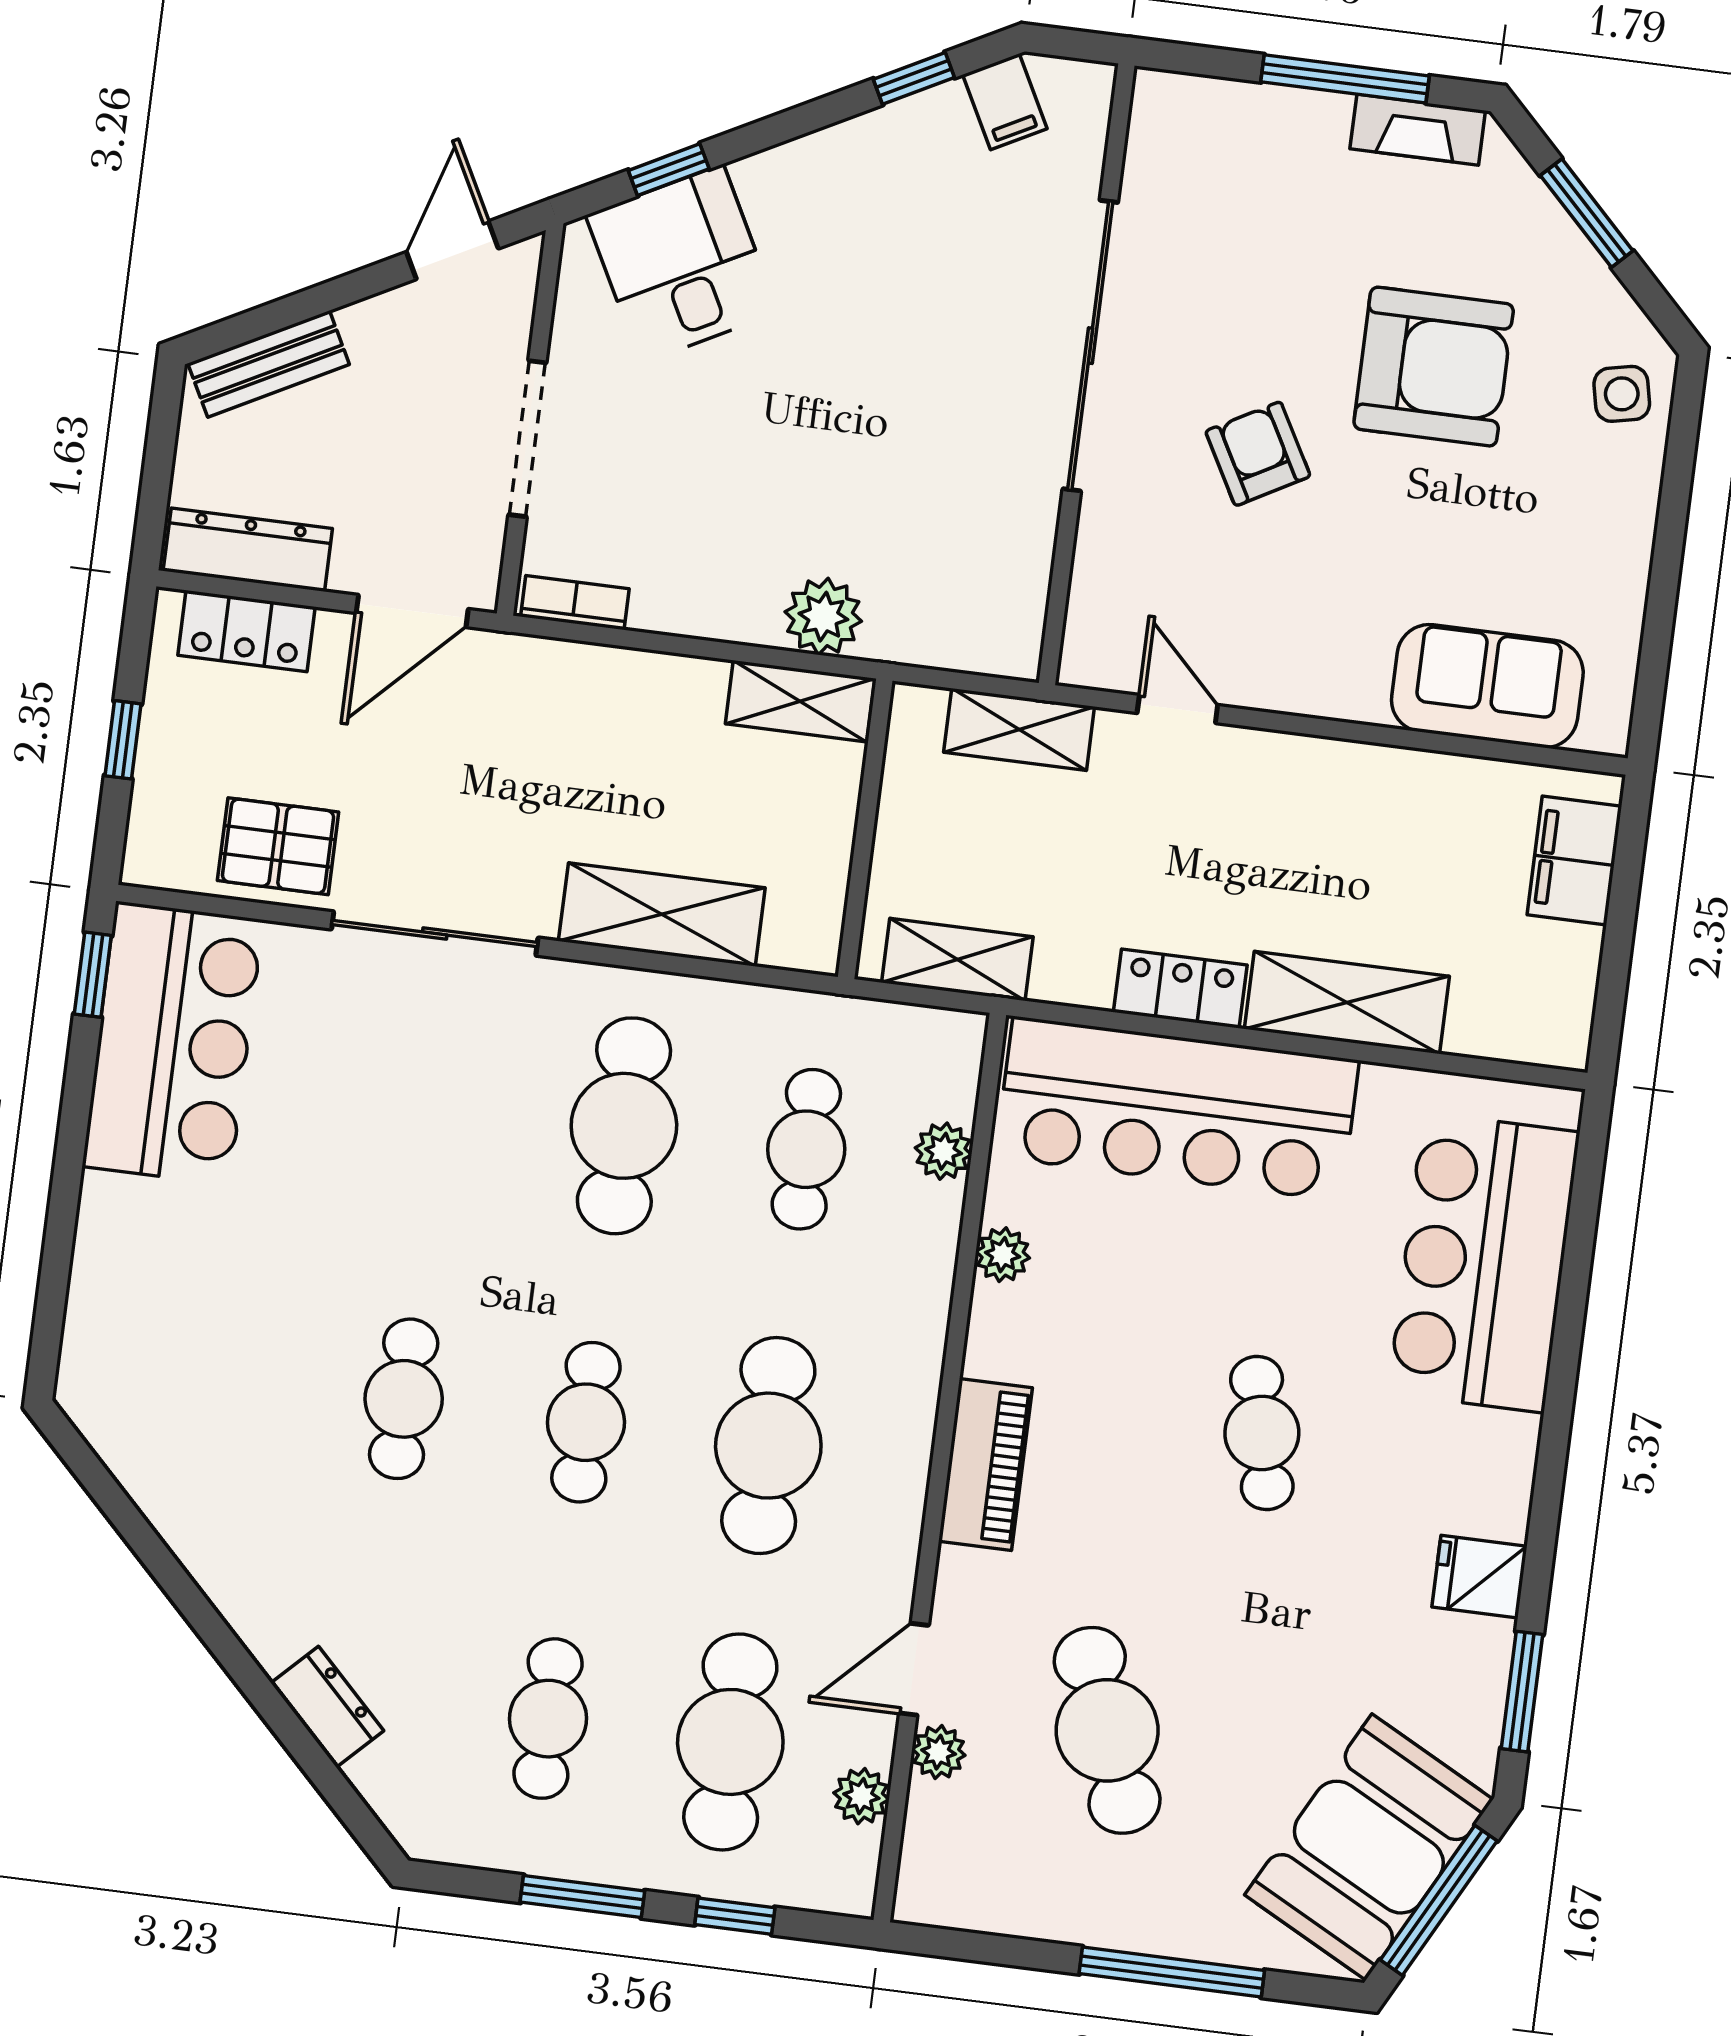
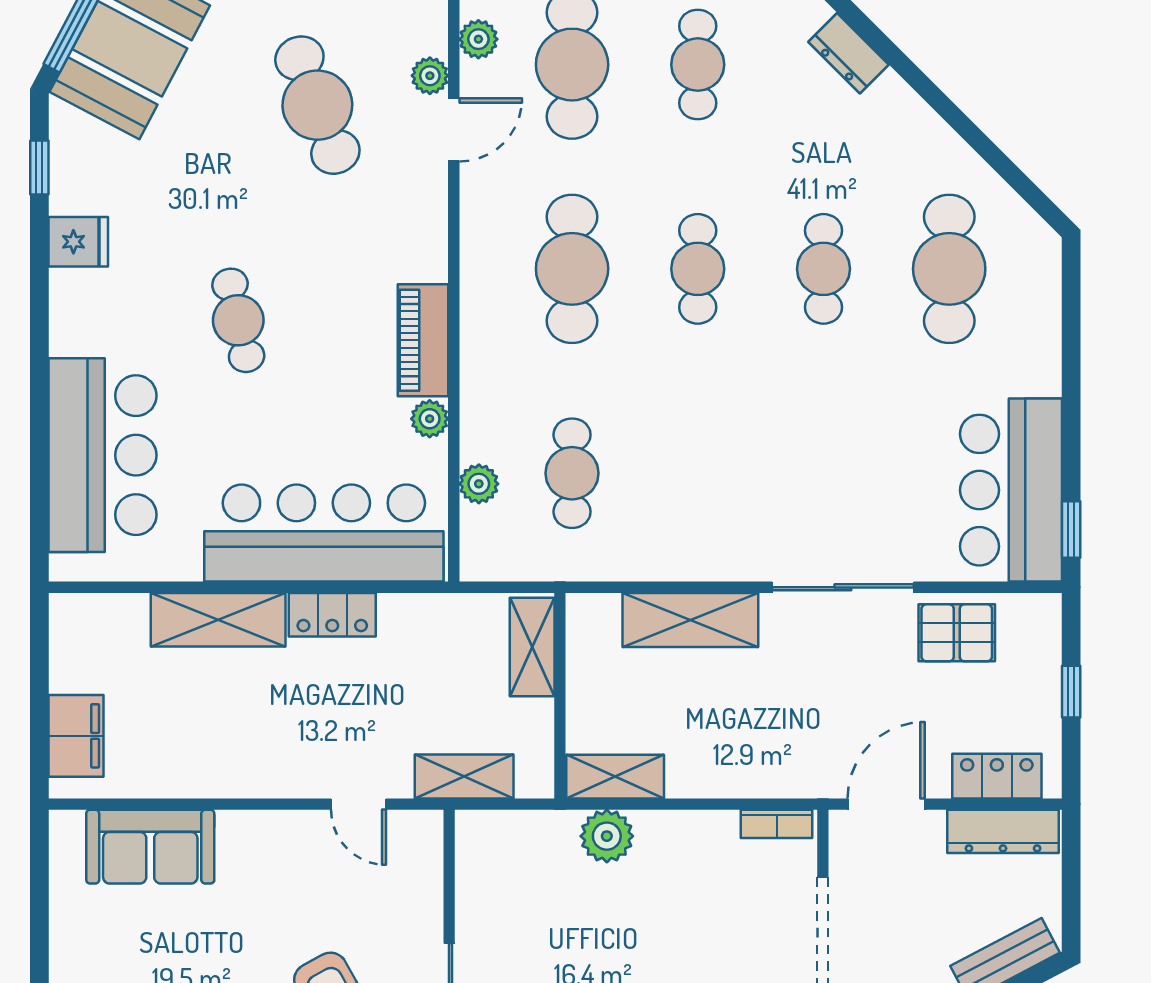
shelving: (957, 960) -> (532, 647), moved, turned 90
cafe table: (624, 1126) -> (949, 269), moved
piano: (985, 1464) -> (423, 340), moved
window: (1522, 1692) -> (39, 168), width x0.67

